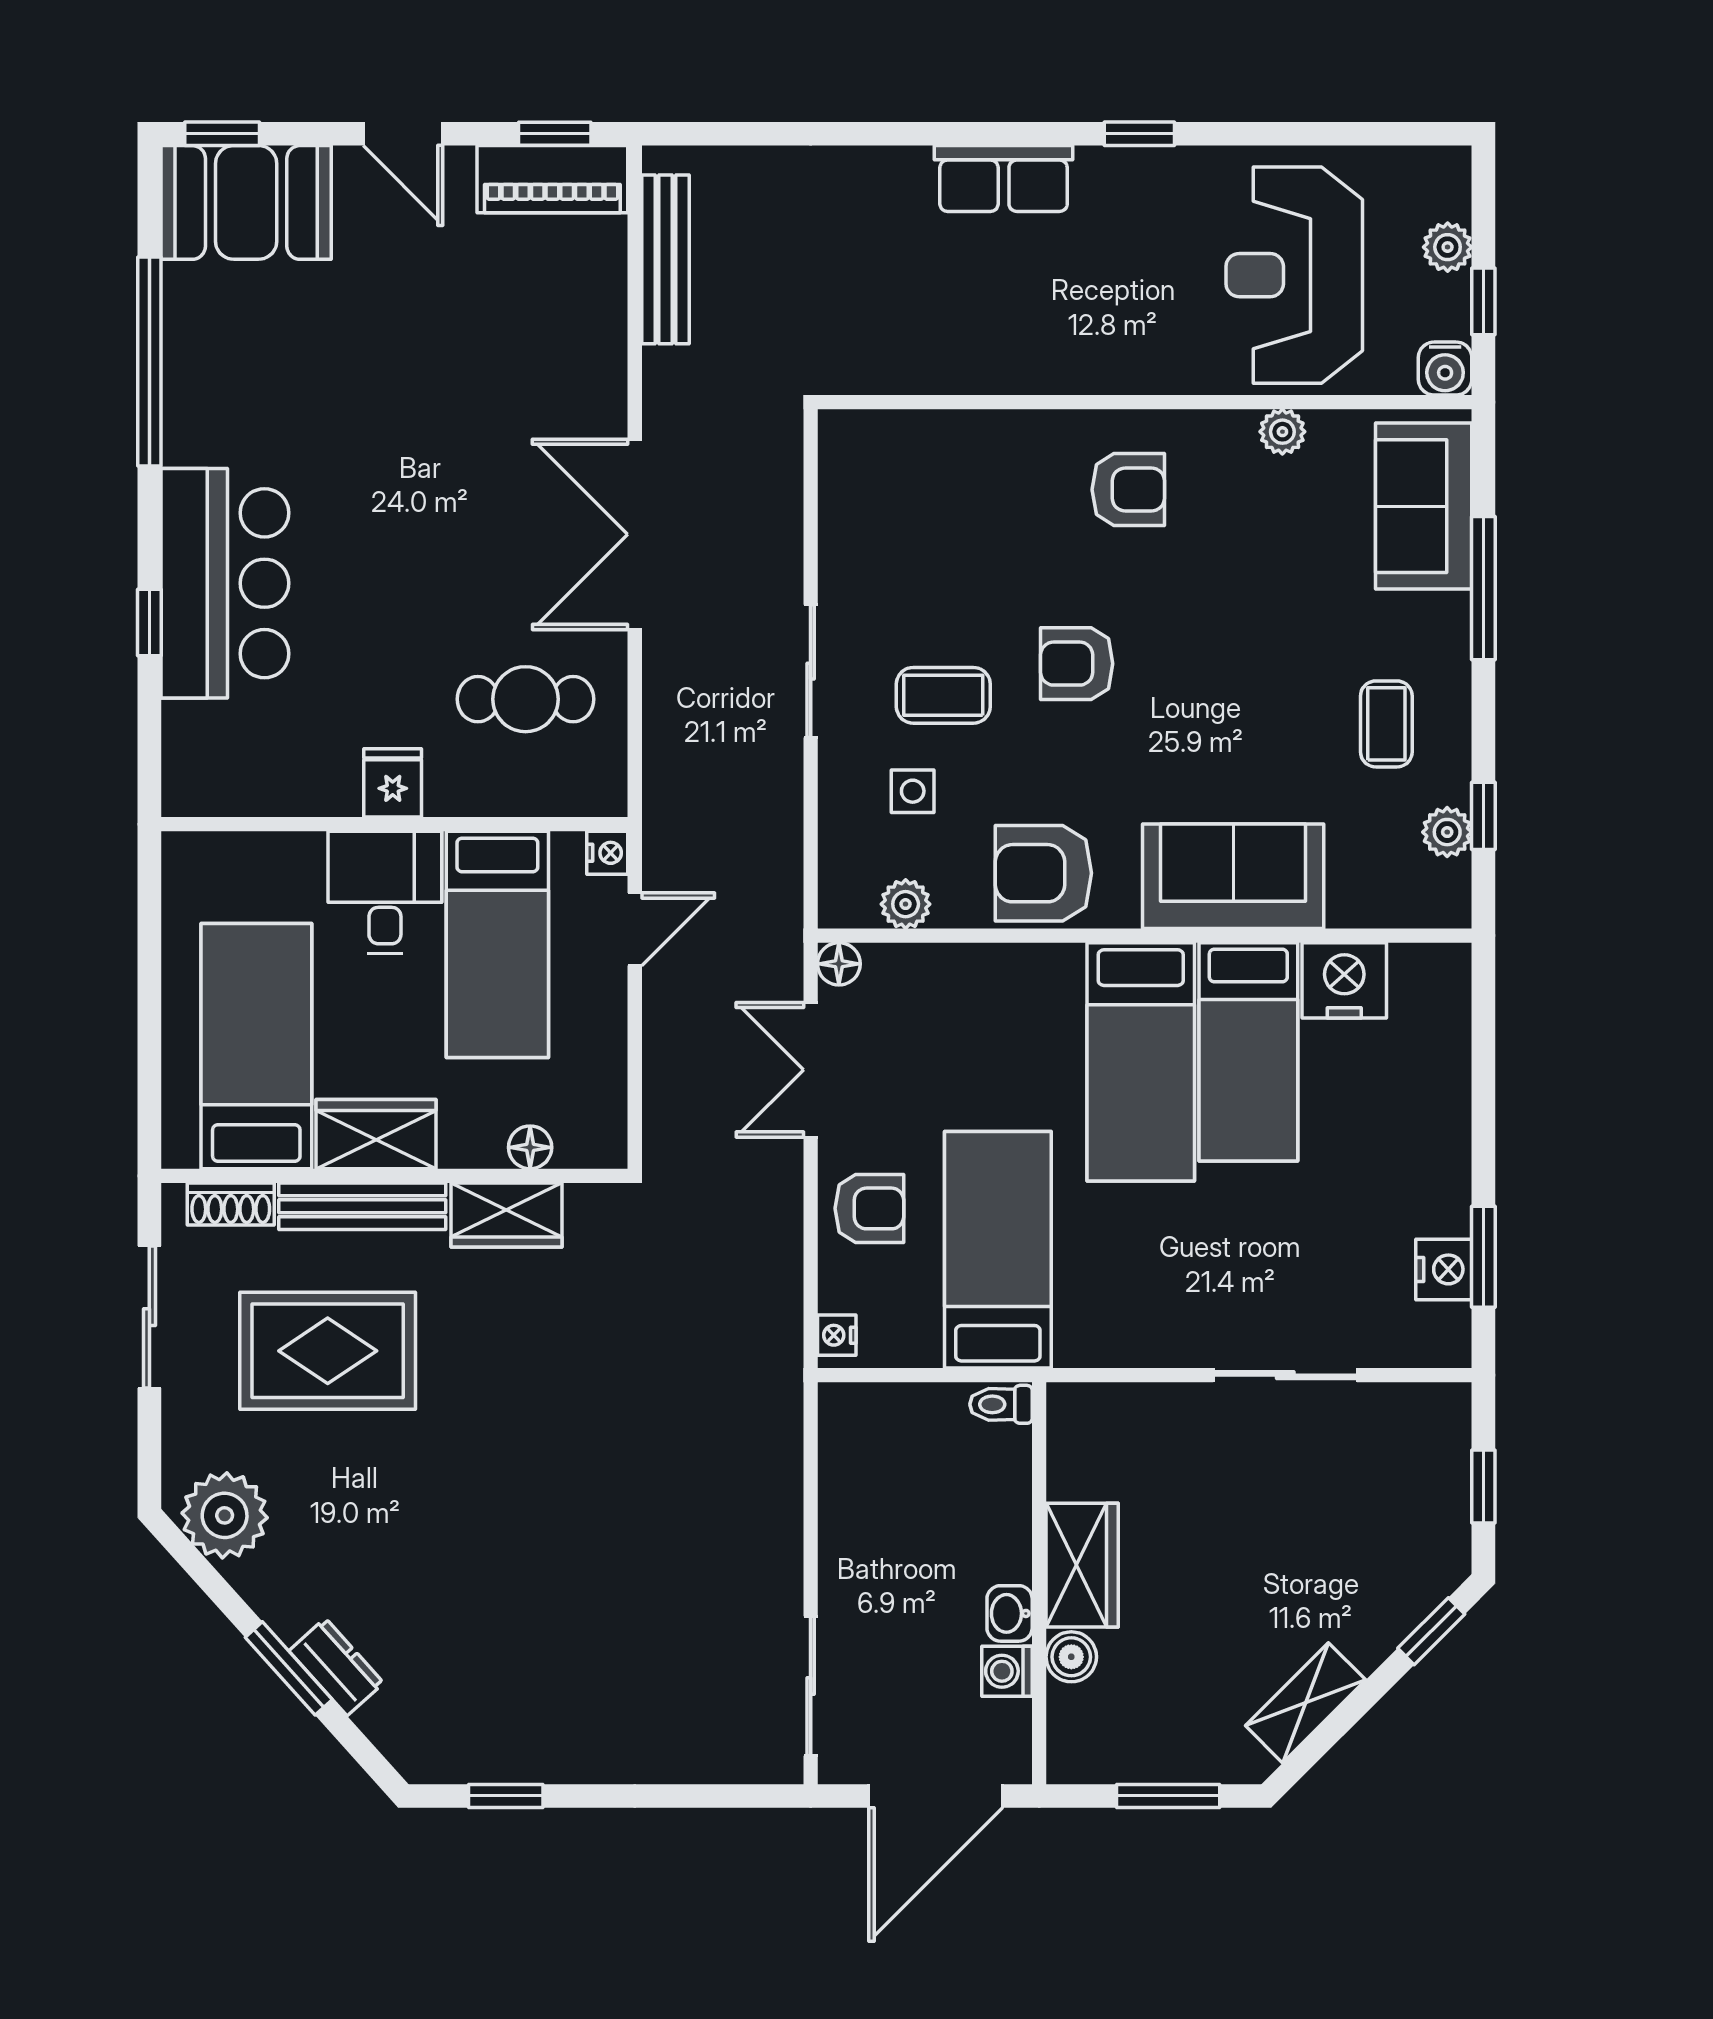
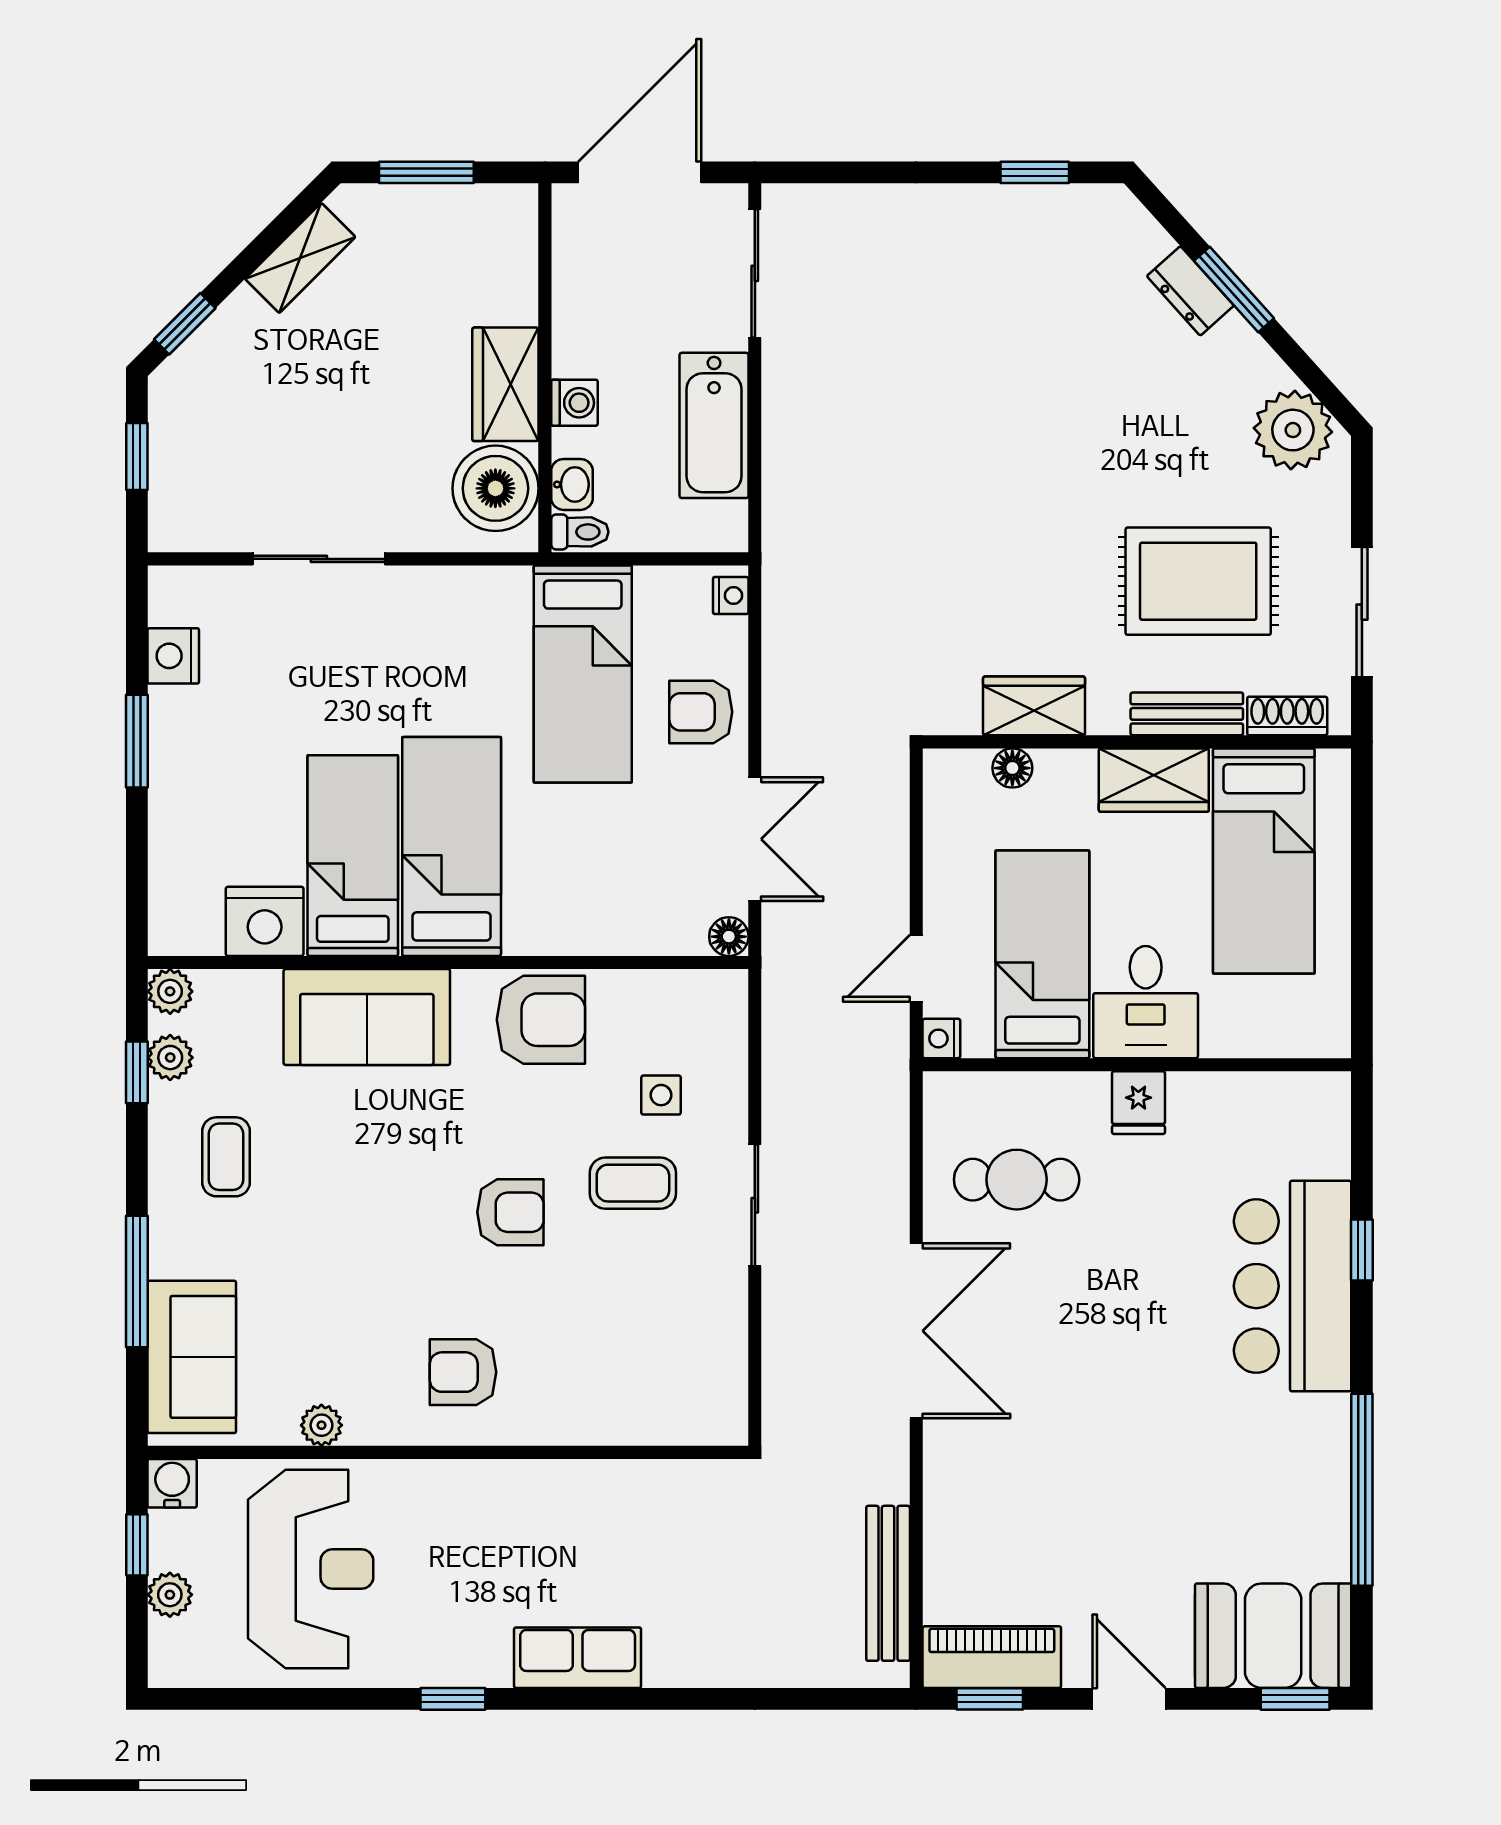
plant: (906, 904) -> (170, 991), moved
bench: (362, 1206) -> (1187, 714), width x0.73
window: (1483, 1257) -> (137, 741), moved
bathtub: (855, 1520) -> (714, 425), added
washbasin: (1010, 1613) -> (572, 484), moved
boiler: (1071, 1657) -> (495, 488), moved, width x1.86, depth x1.86
washing machine: (1007, 1671) -> (574, 403), moved

